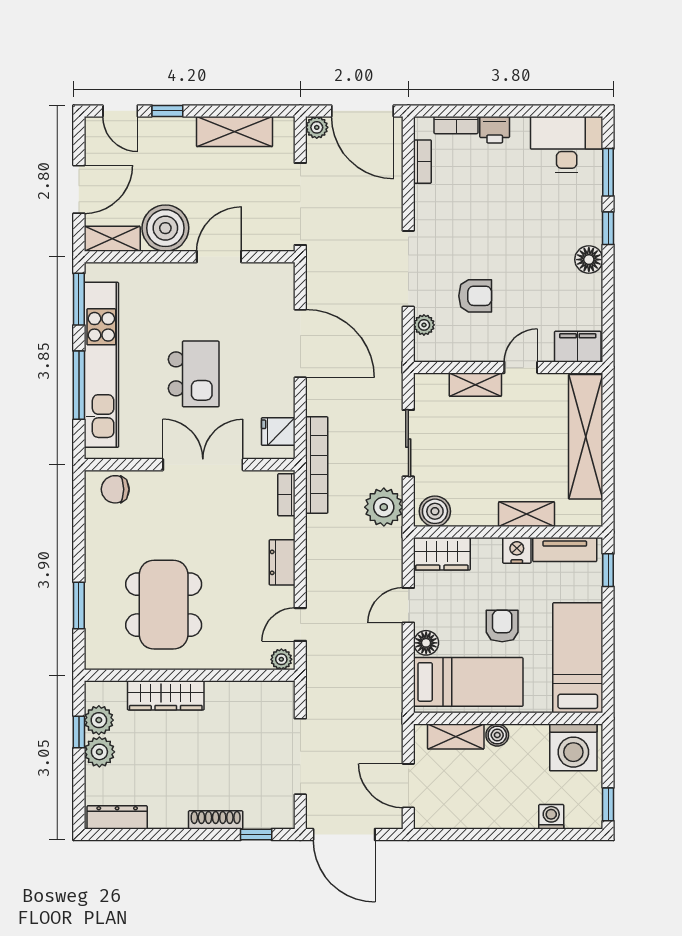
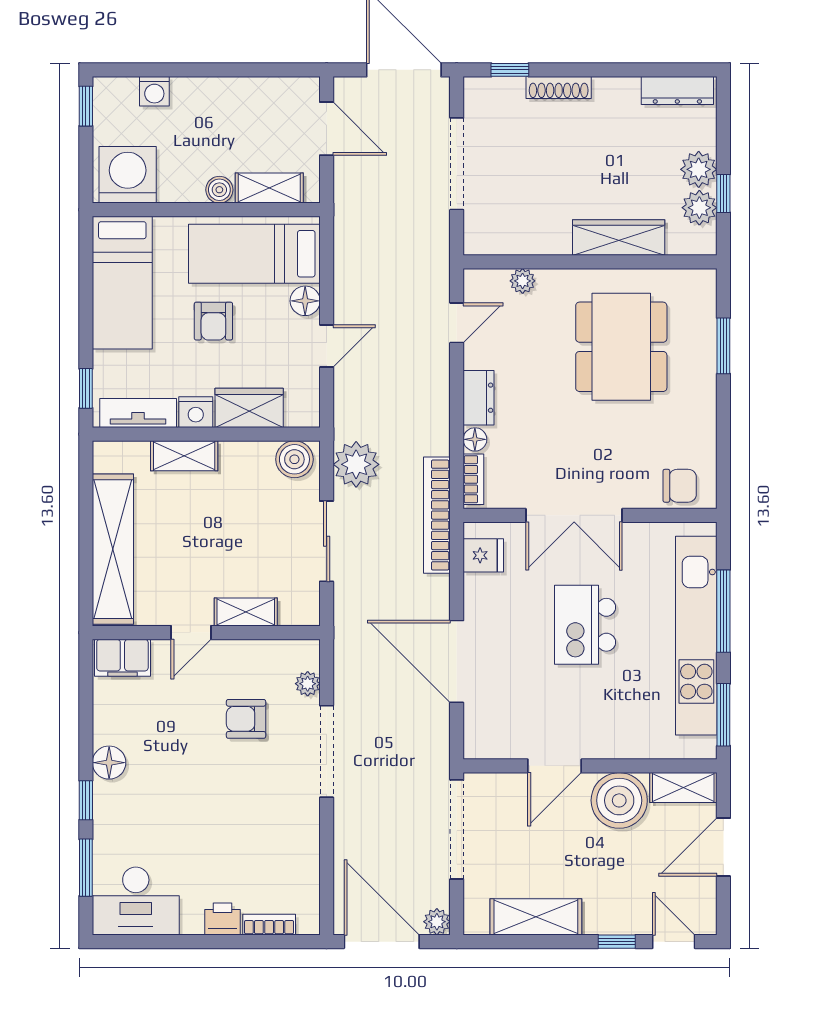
bookcase: (422, 162) -> (310, 881), removed
floor lamp: (285, 528) -> (475, 439), added
wardrobe: (442, 554) -> (249, 408), moved
plant: (281, 659) -> (523, 281), moved

